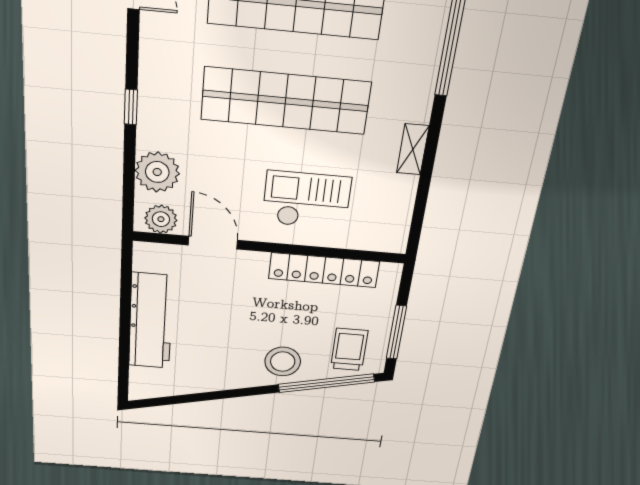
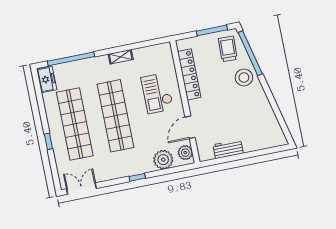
workbench: (151, 321) -> (228, 149), width x0.53, depth x0.76
trolley: (349, 349) -> (228, 49), turned 92

